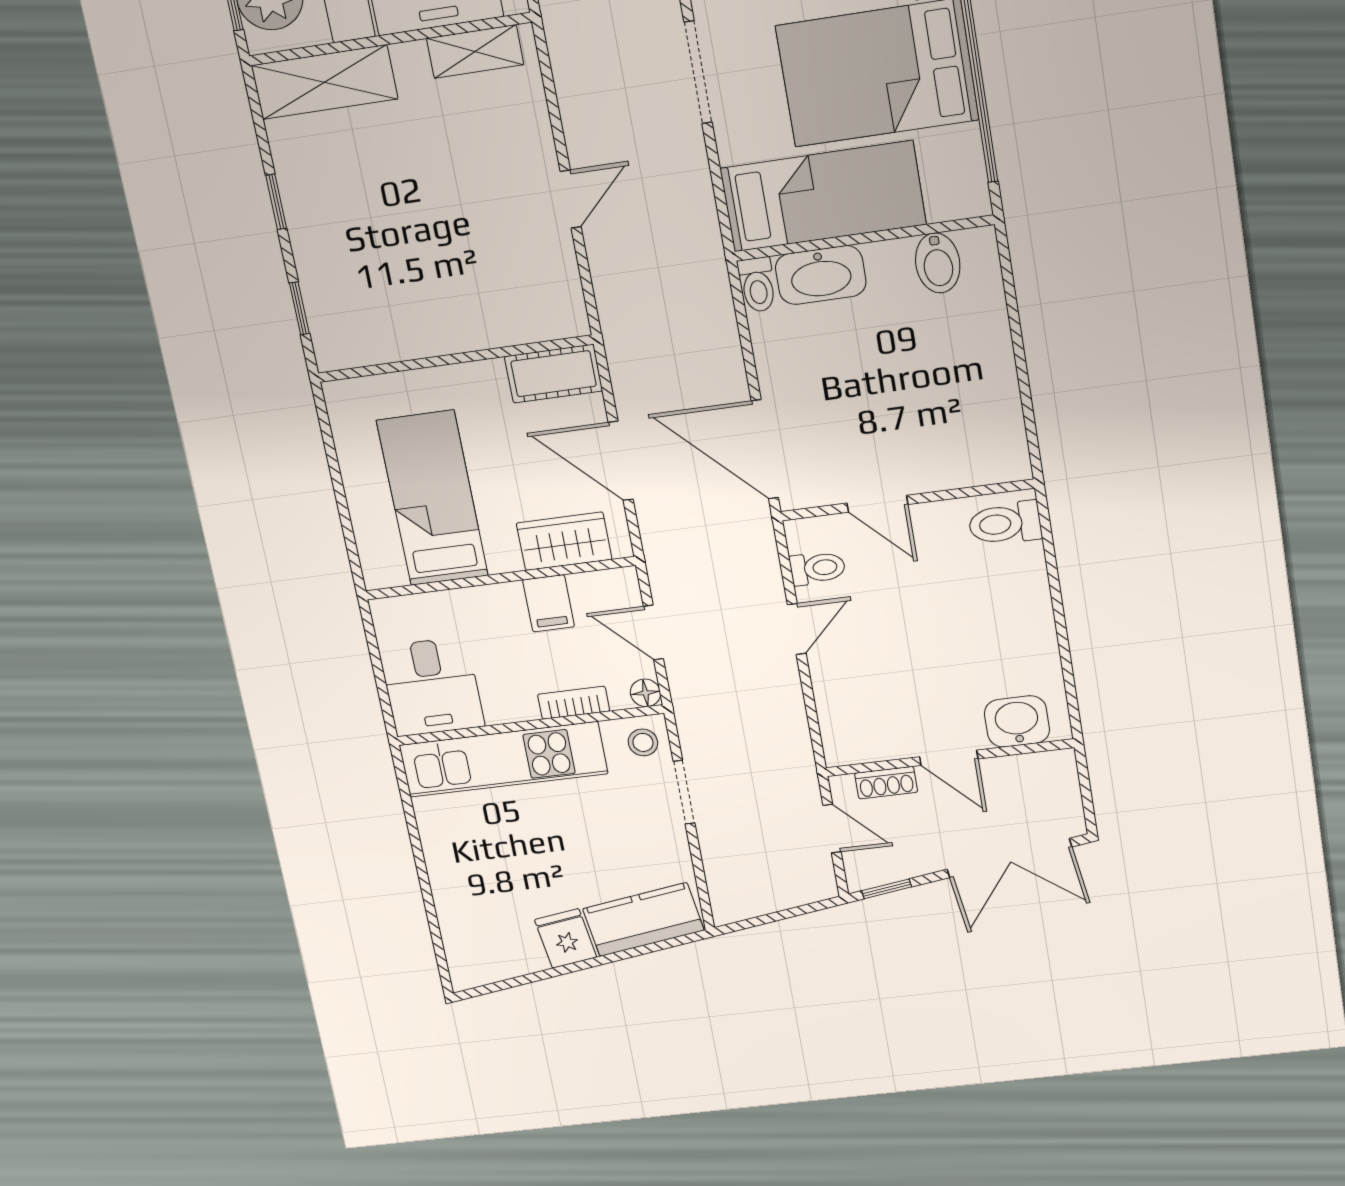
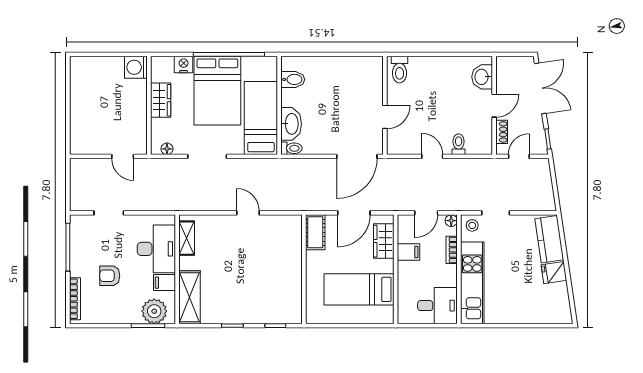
toilet: (818, 568) -> (459, 144), moved

